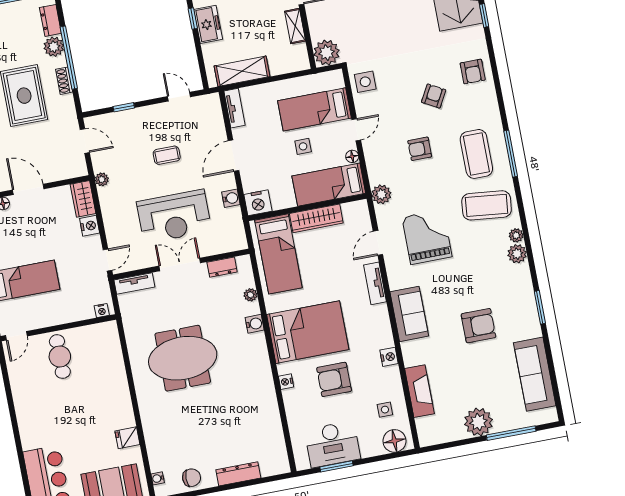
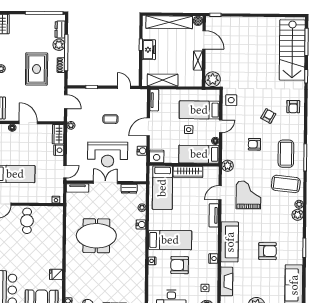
sofa: (409, 314) -> (230, 242), width x1.36
bed: (308, 332) -> (170, 240), width x0.67

